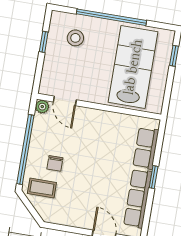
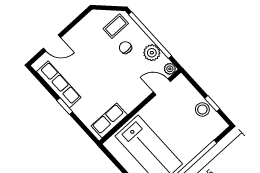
stool: (75, 38) -> (202, 110), moved
plant: (40, 135) -> (152, 53), added
row of seats: (146, 148) -> (109, 120), moved, turned -90

